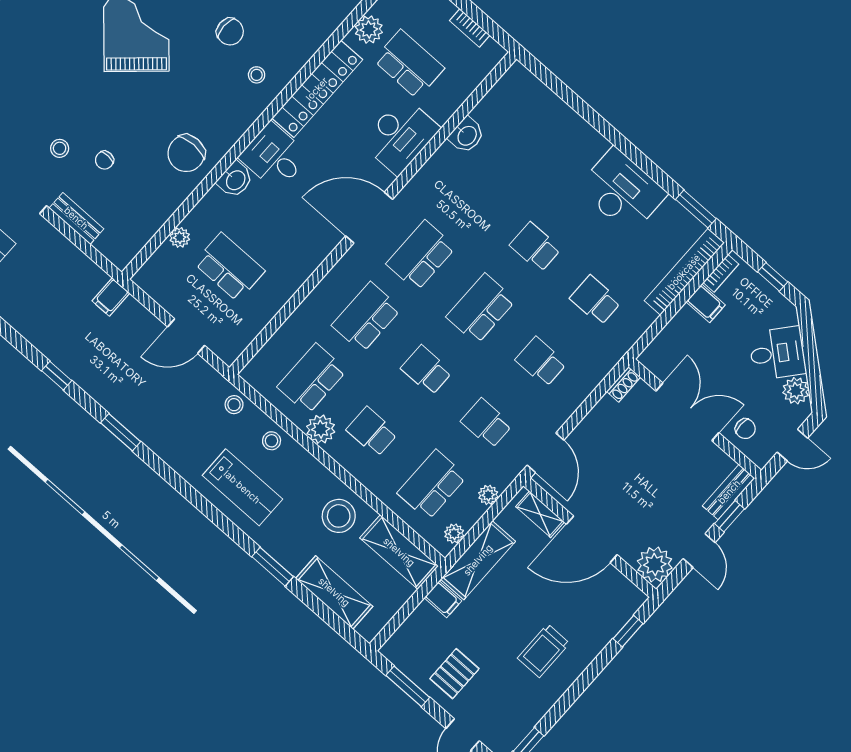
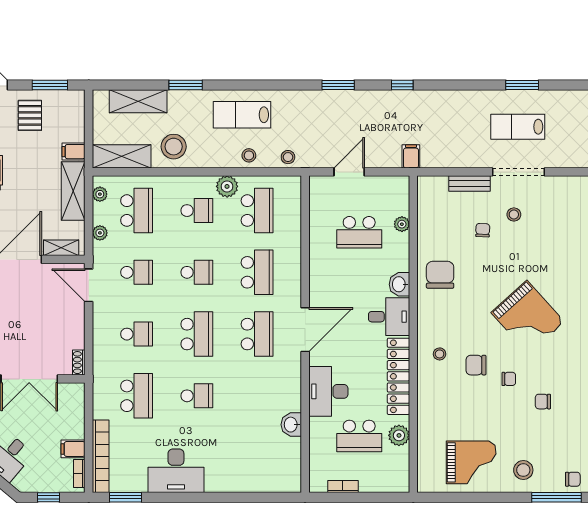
school desk: (595, 300) -> (137, 396), width x1.85

